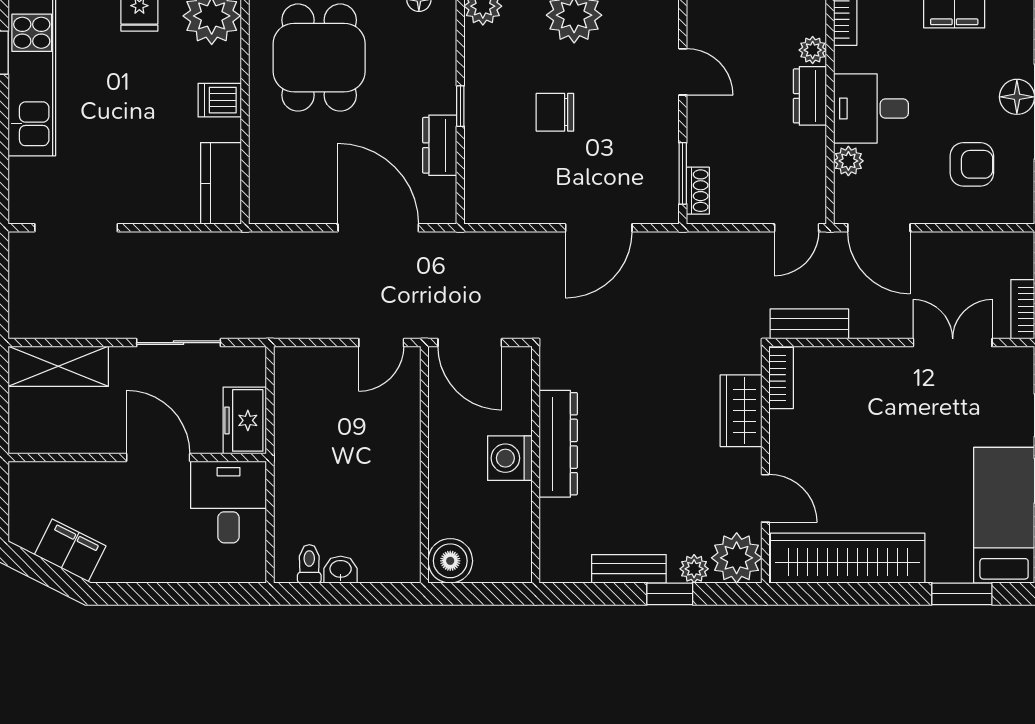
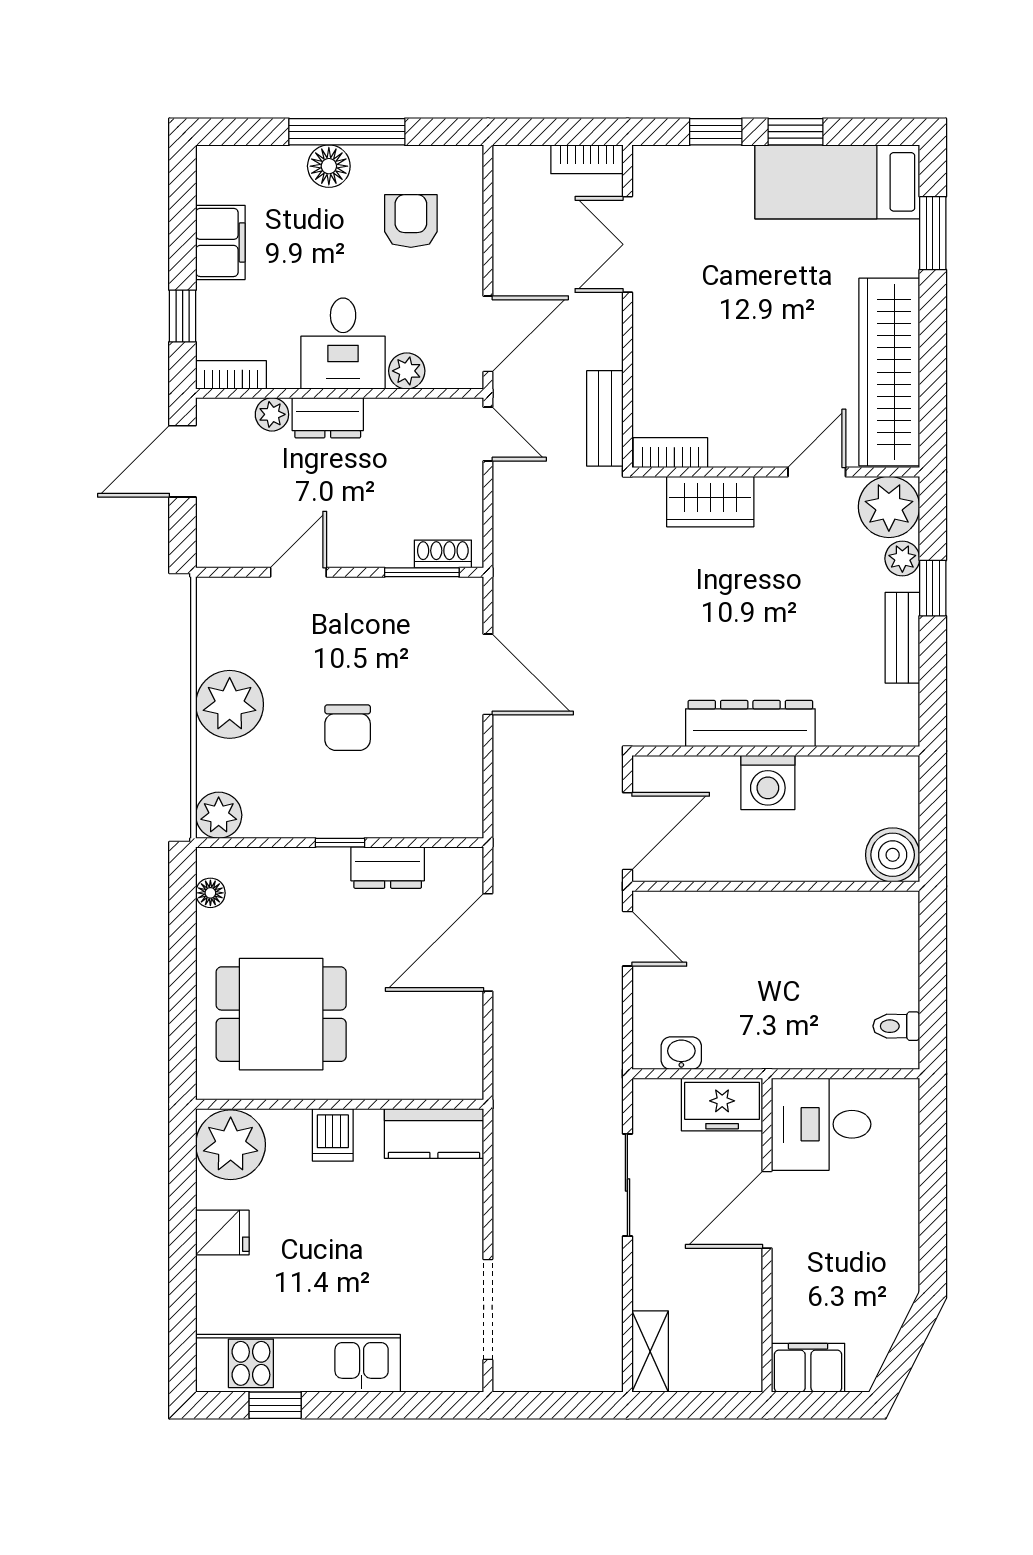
shelving: (58, 366) -> (650, 1352), width x0.67, depth x0.75
filing cabinet: (70, 550) -> (808, 1368), moved, turned 63
washbasin: (341, 570) -> (681, 1053), moved, turned 90

